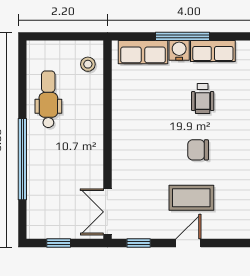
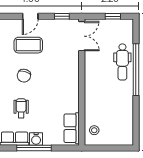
row of seats: (143, 52) -> (72, 128), moved, turned -90
dental chair: (48, 99) -> (122, 62), moved
chair: (198, 150) -> (24, 76), turned 106

